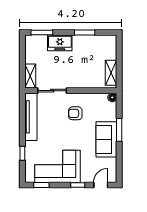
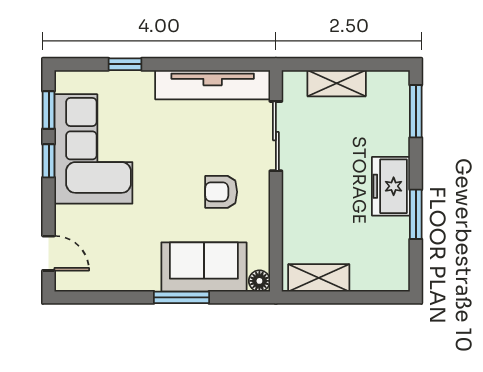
freezer: (60, 43) -> (391, 186), moved
shelving: (30, 76) -> (337, 83), moved
armchair: (75, 113) -> (221, 192), turned -90
sofa: (106, 139) -> (204, 267), moved
window: (78, 185) -> (49, 161), moved

